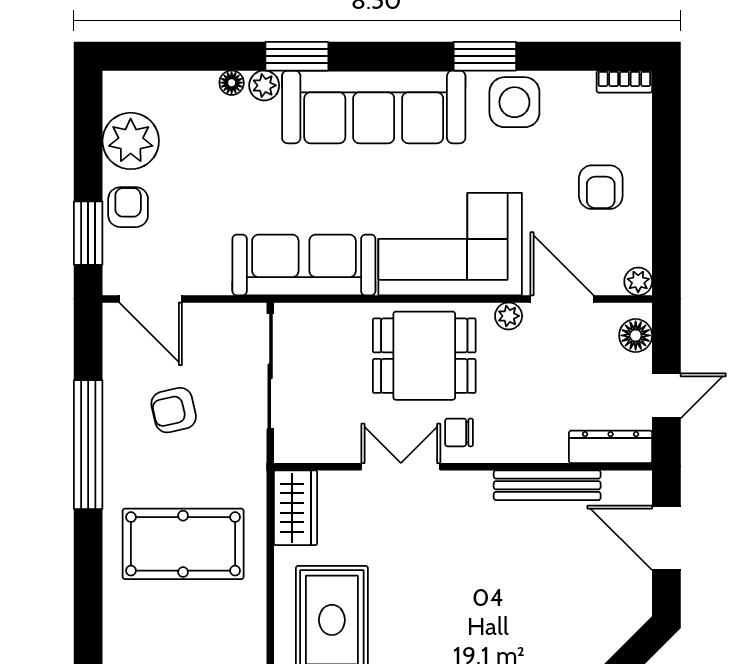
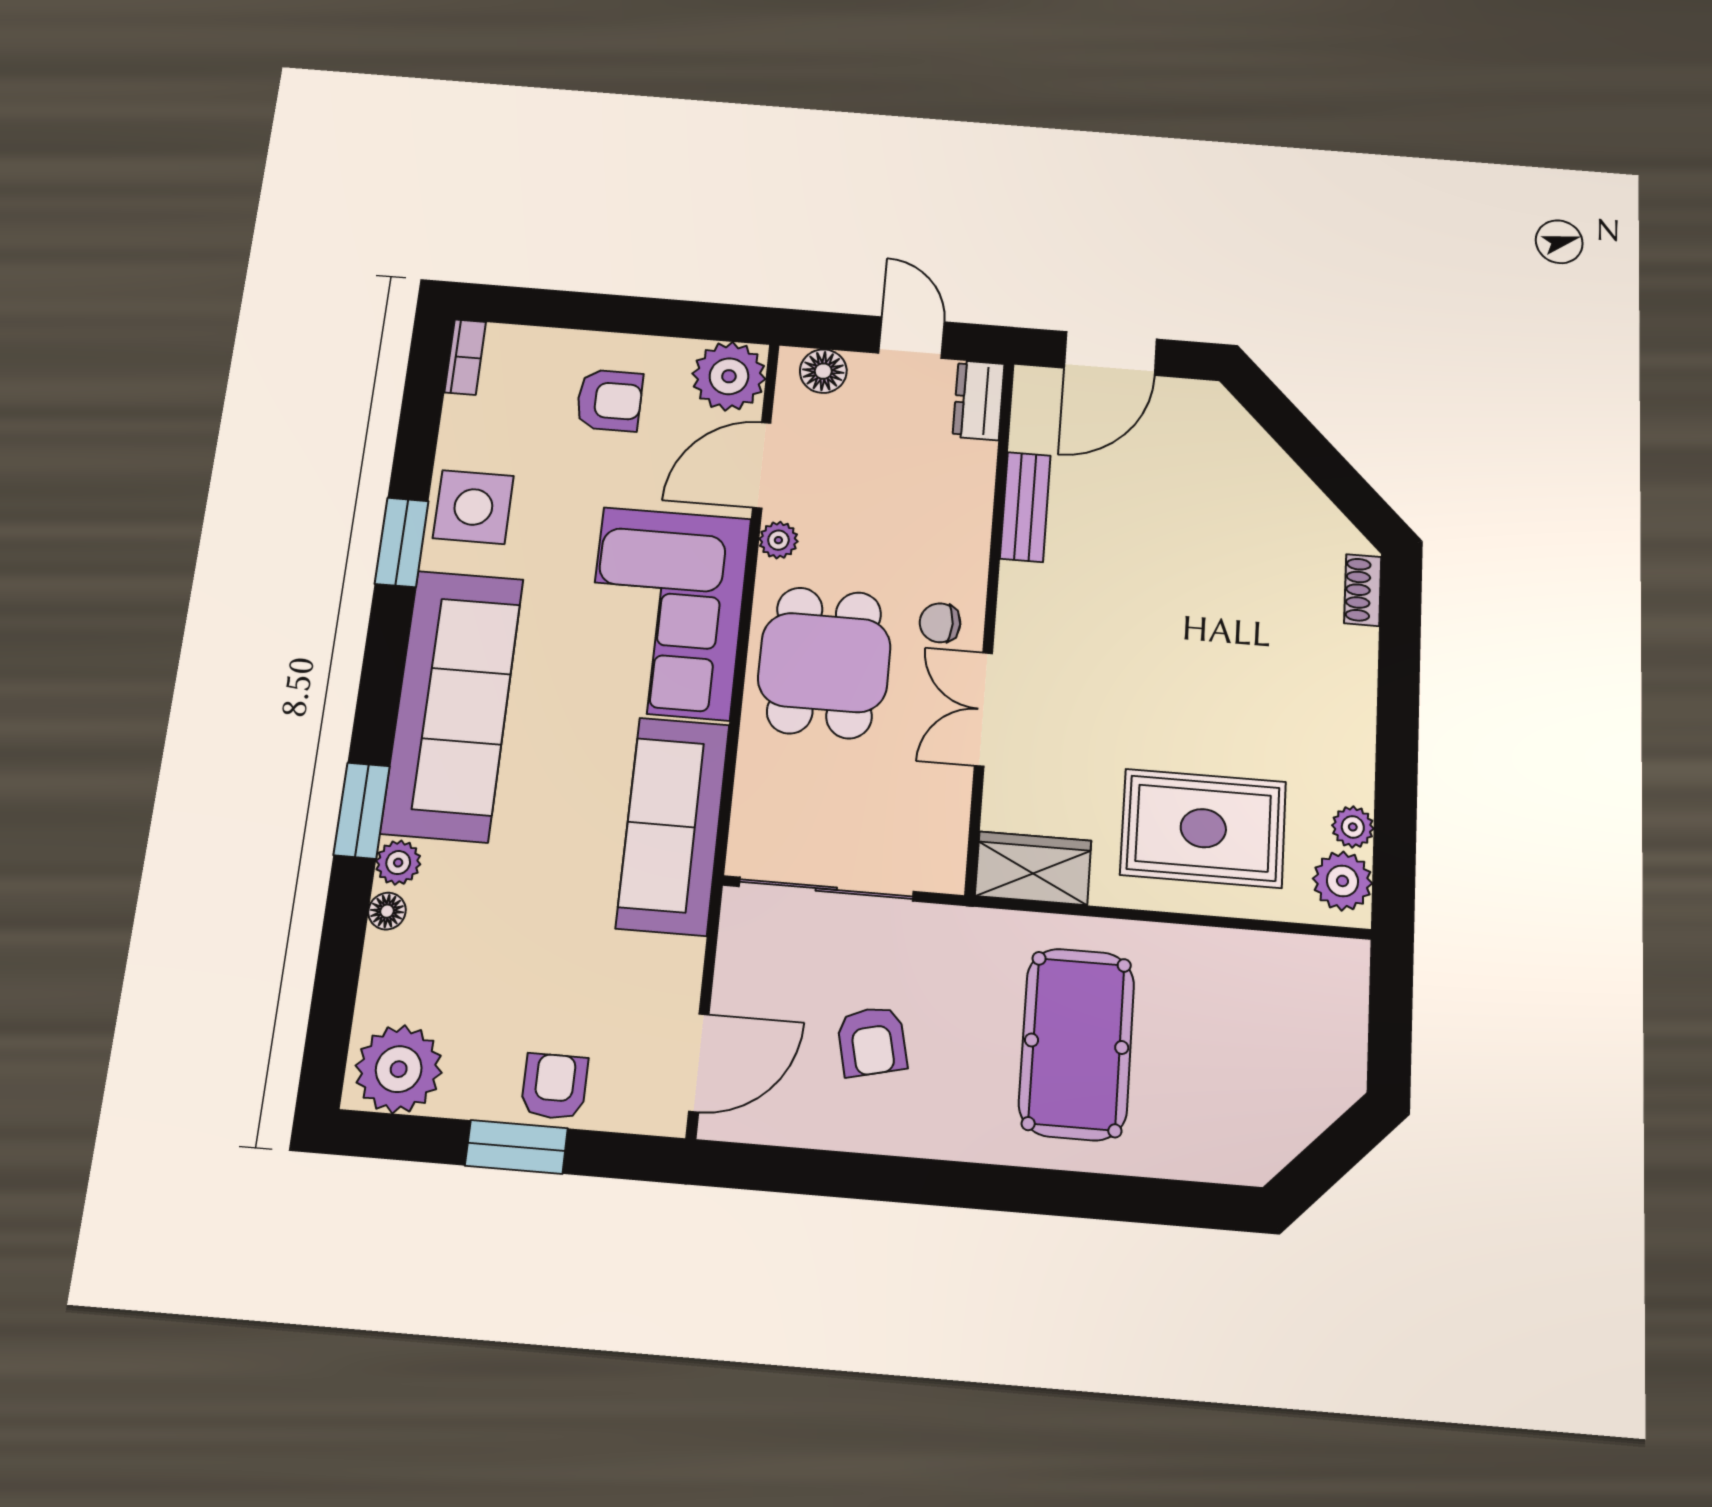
plant: (131, 141) -> (399, 1069), moved
armchair: (128, 207) -> (554, 1086), turned 90
window: (88, 233) -> (516, 1147), moved
plant: (638, 281) -> (729, 376), width x1.87, depth x1.87
chair: (459, 432) -> (940, 623), turned 90
window: (88, 445) -> (914, 1181), removed
dresser: (611, 447) -> (978, 400), width x0.70
bench: (547, 485) -> (1025, 507), width x0.73

